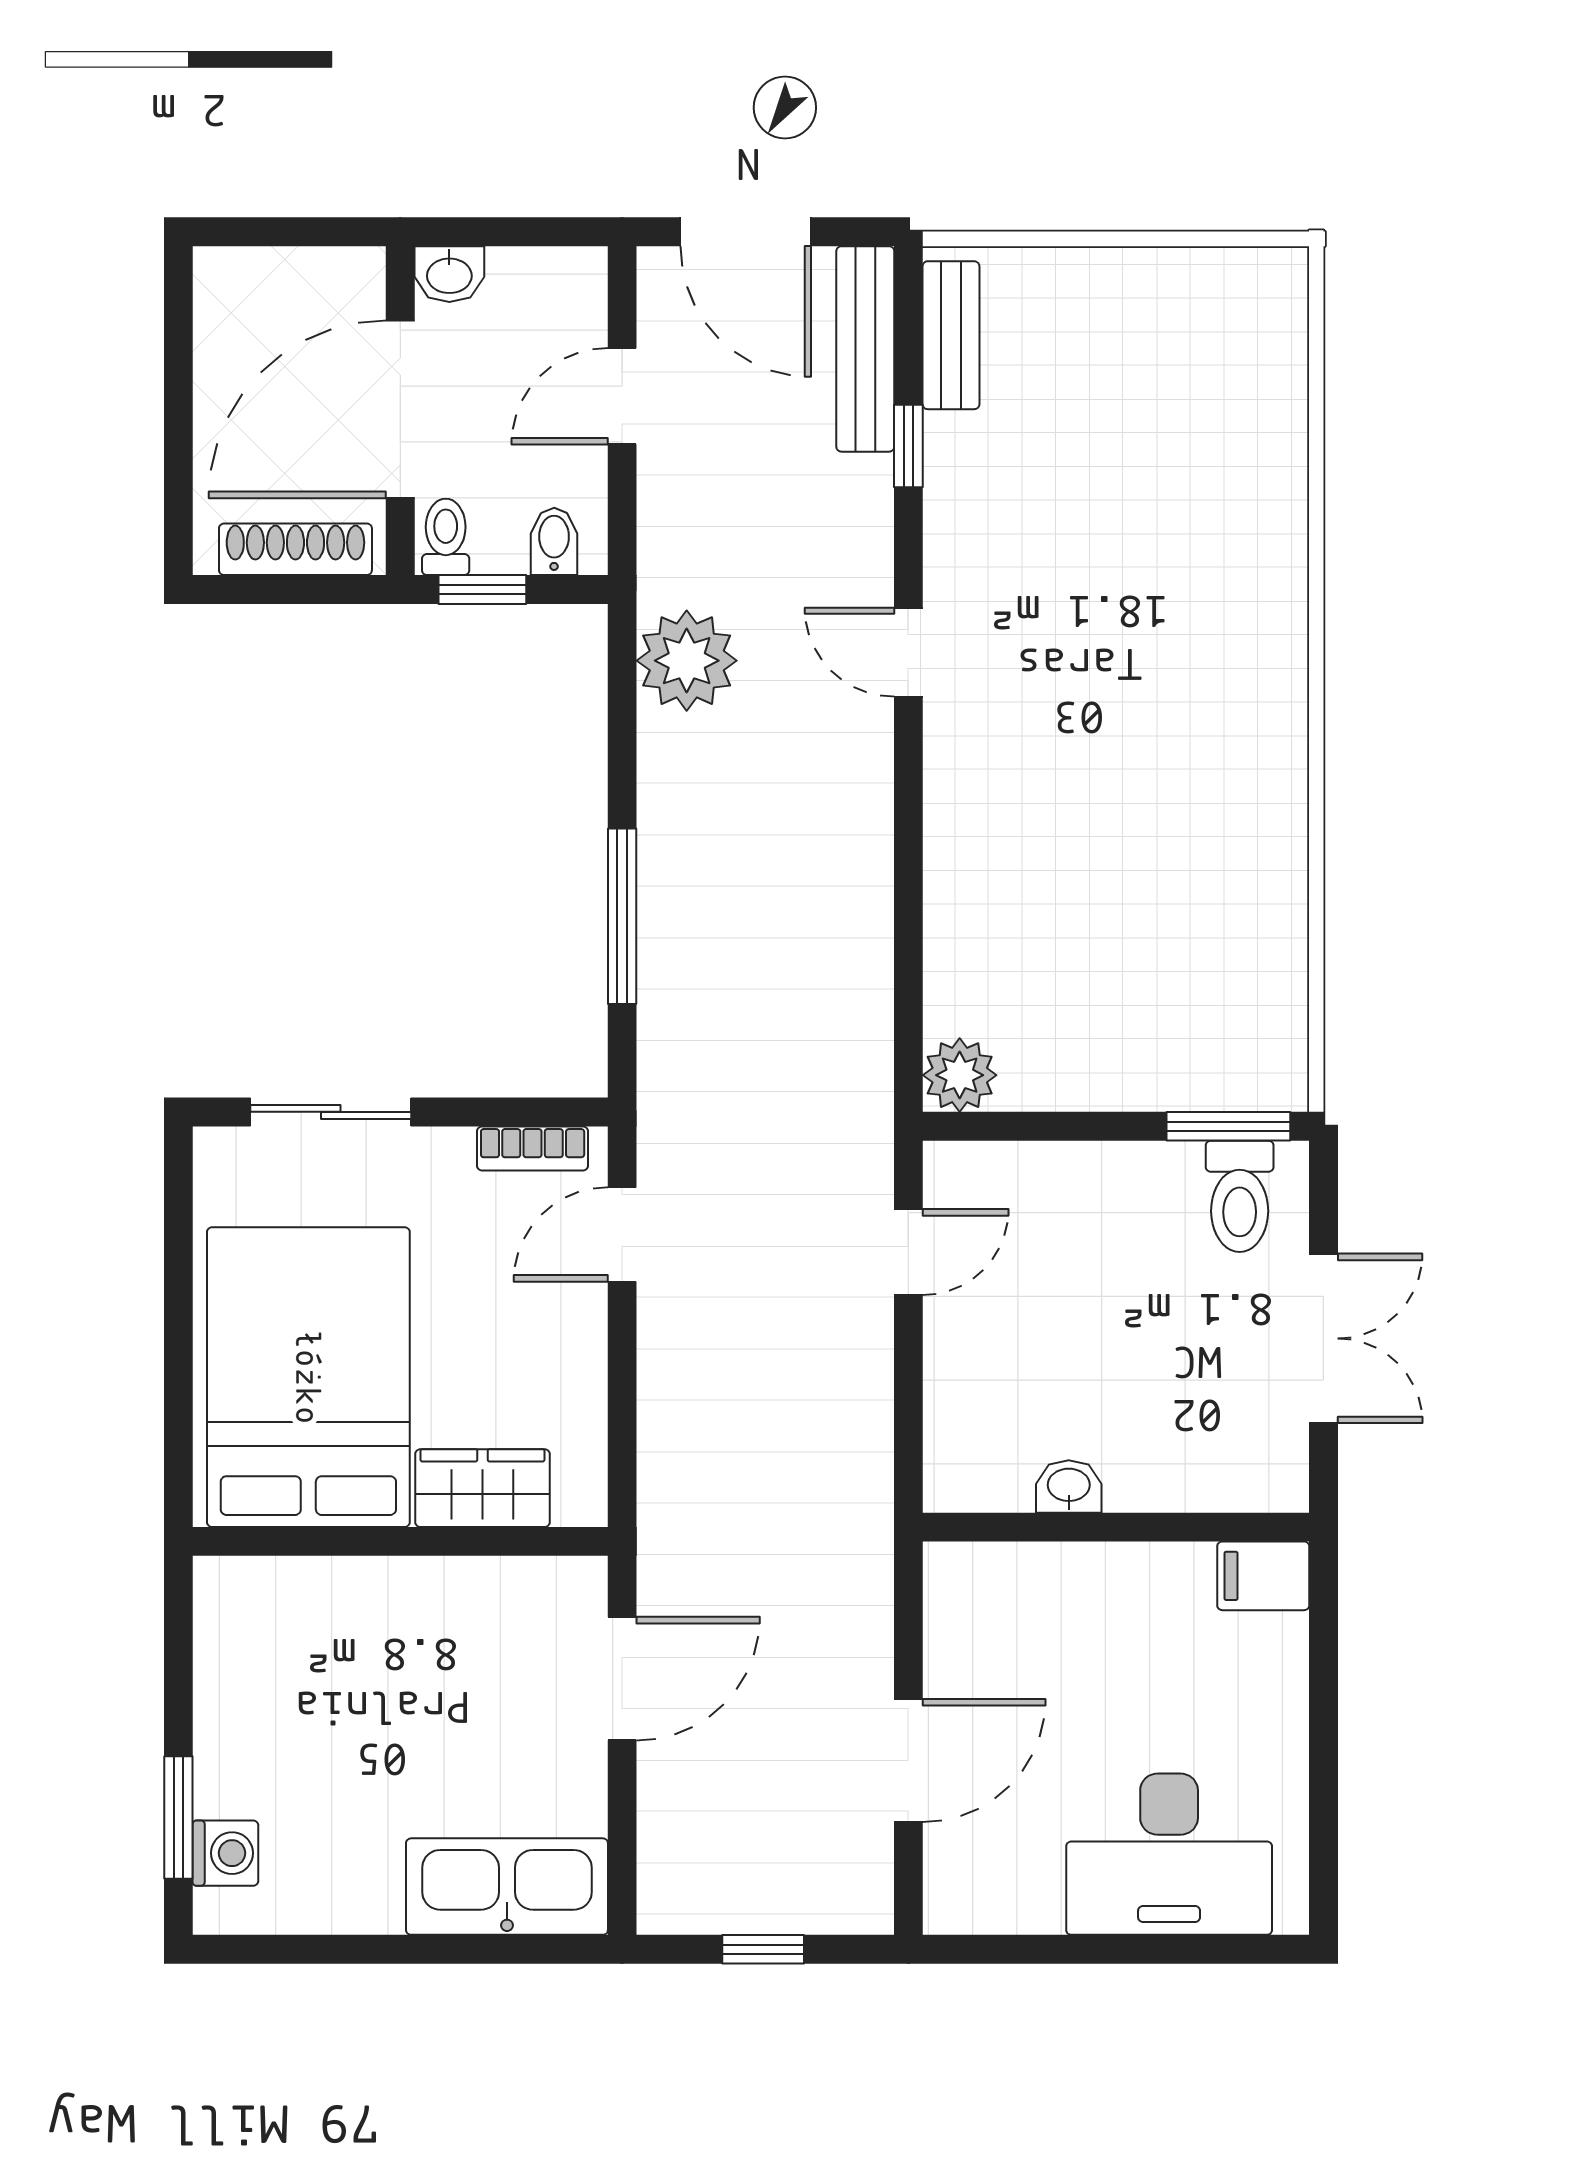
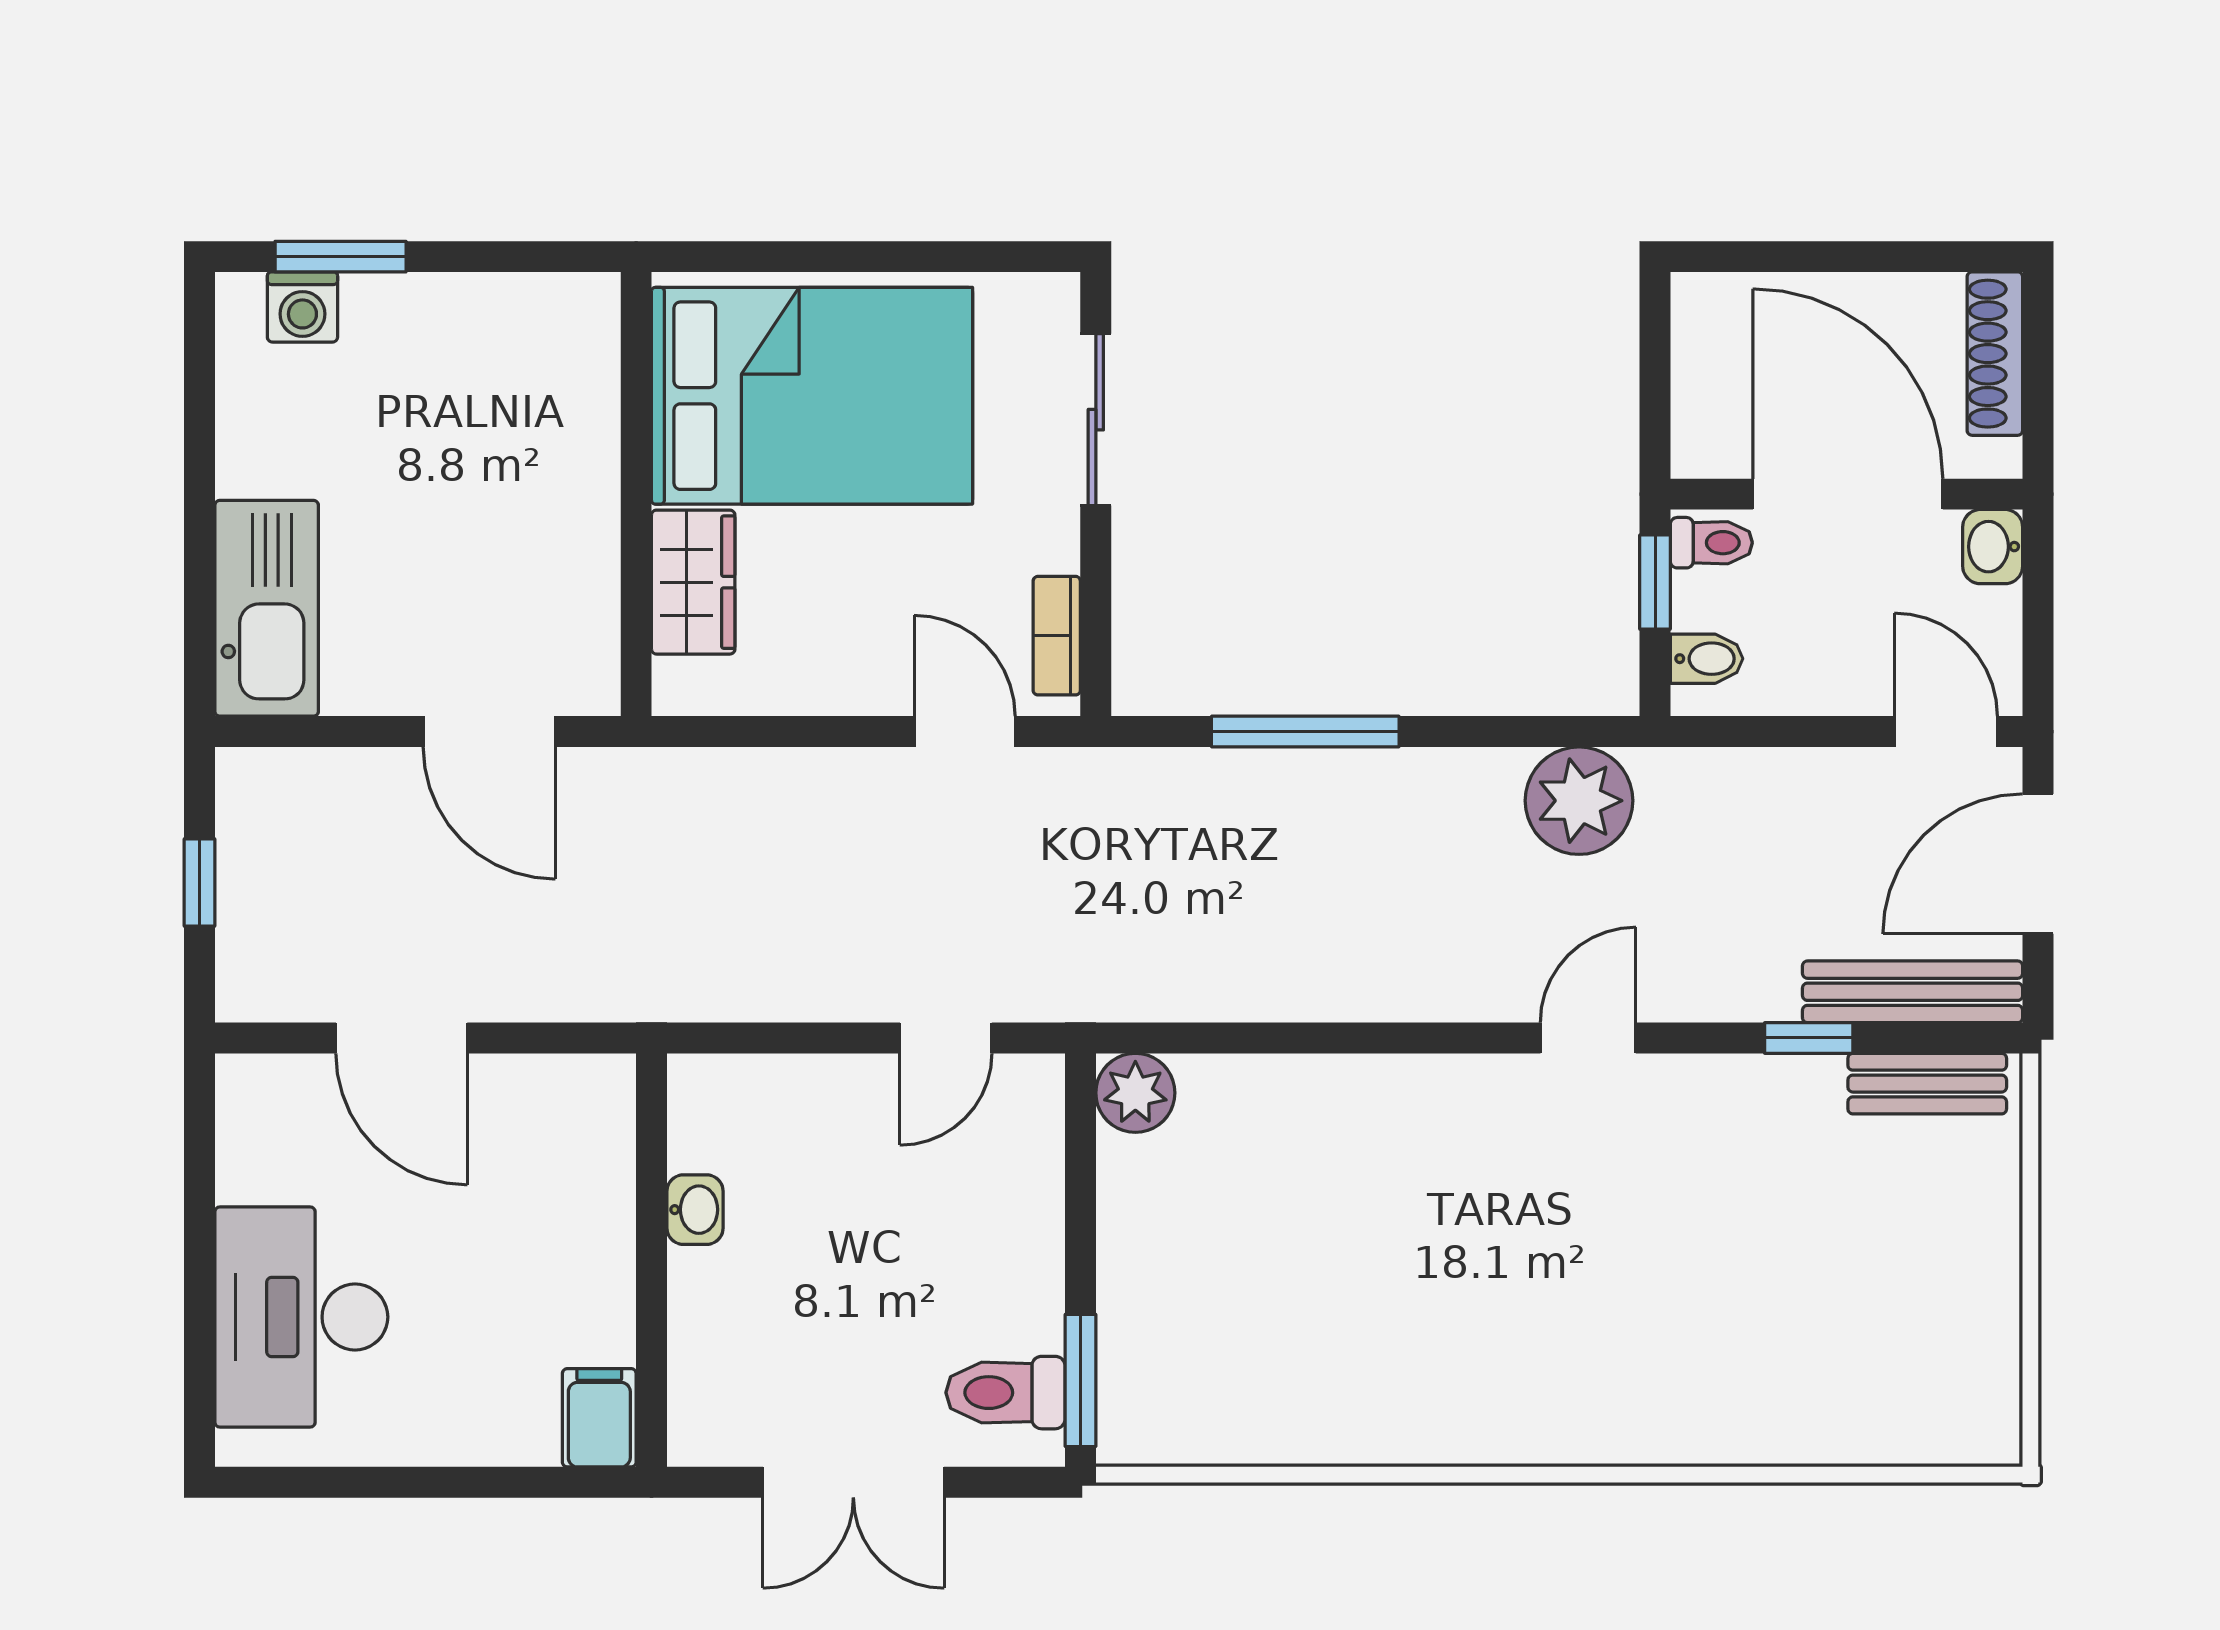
door: (622, 396) -> (1946, 732), moved
shoe rack: (295, 549) -> (1995, 354), moved, turned 180
door: (908, 1252) -> (946, 1038), hinge flipped

